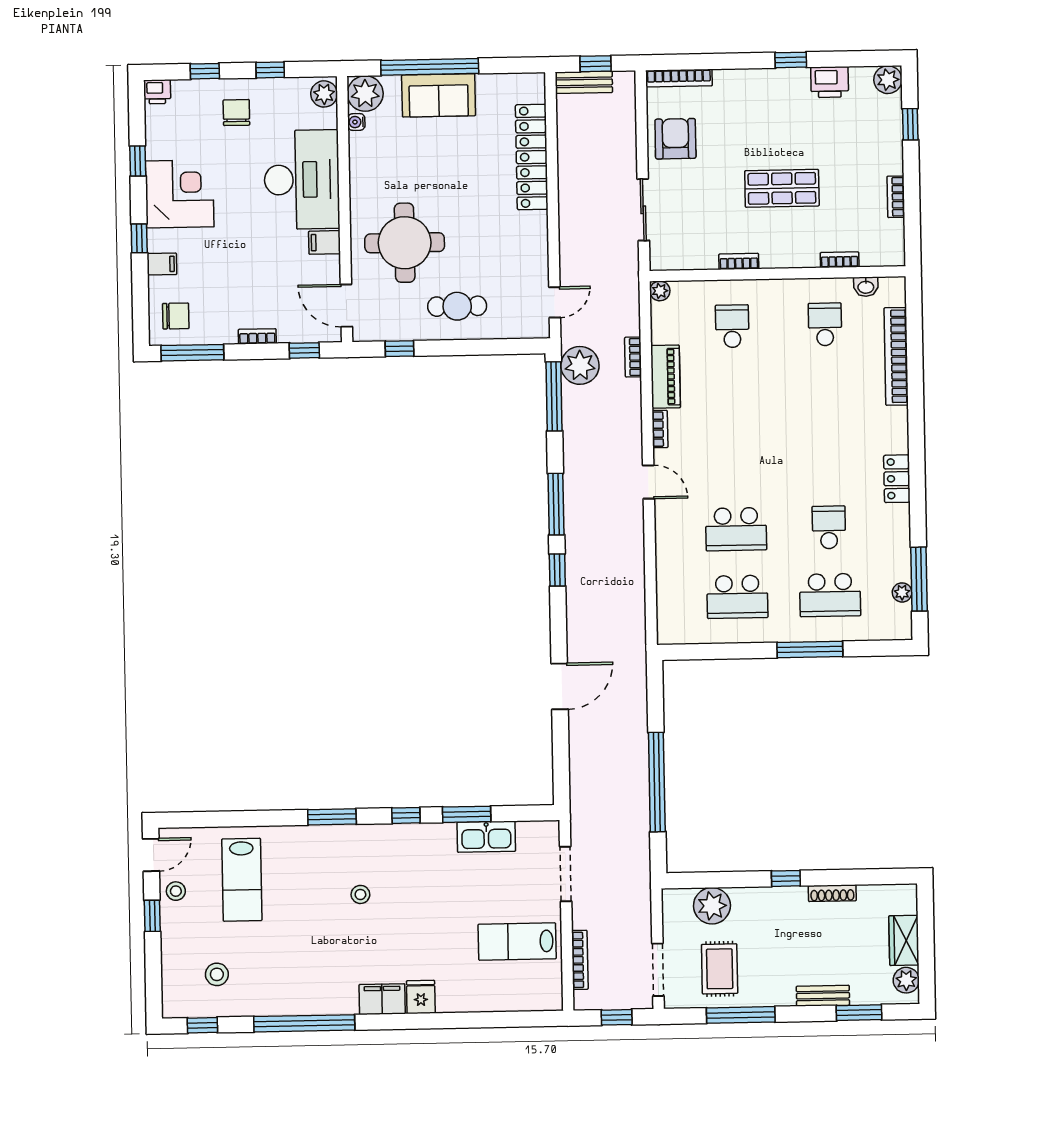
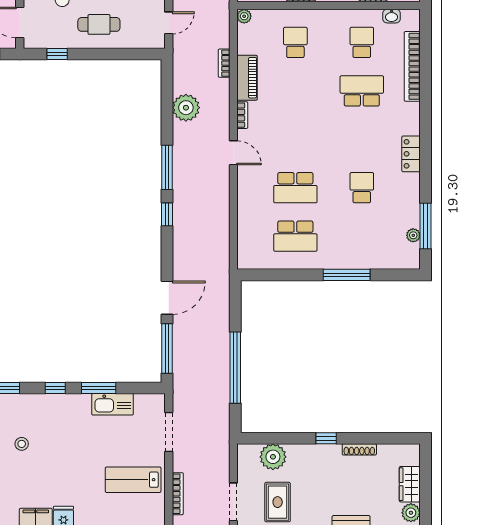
plant: (580, 365) -> (186, 108), moved
window: (554, 396) -> (167, 348), moved
school desk: (830, 595) -> (362, 91), moved, turned 180

